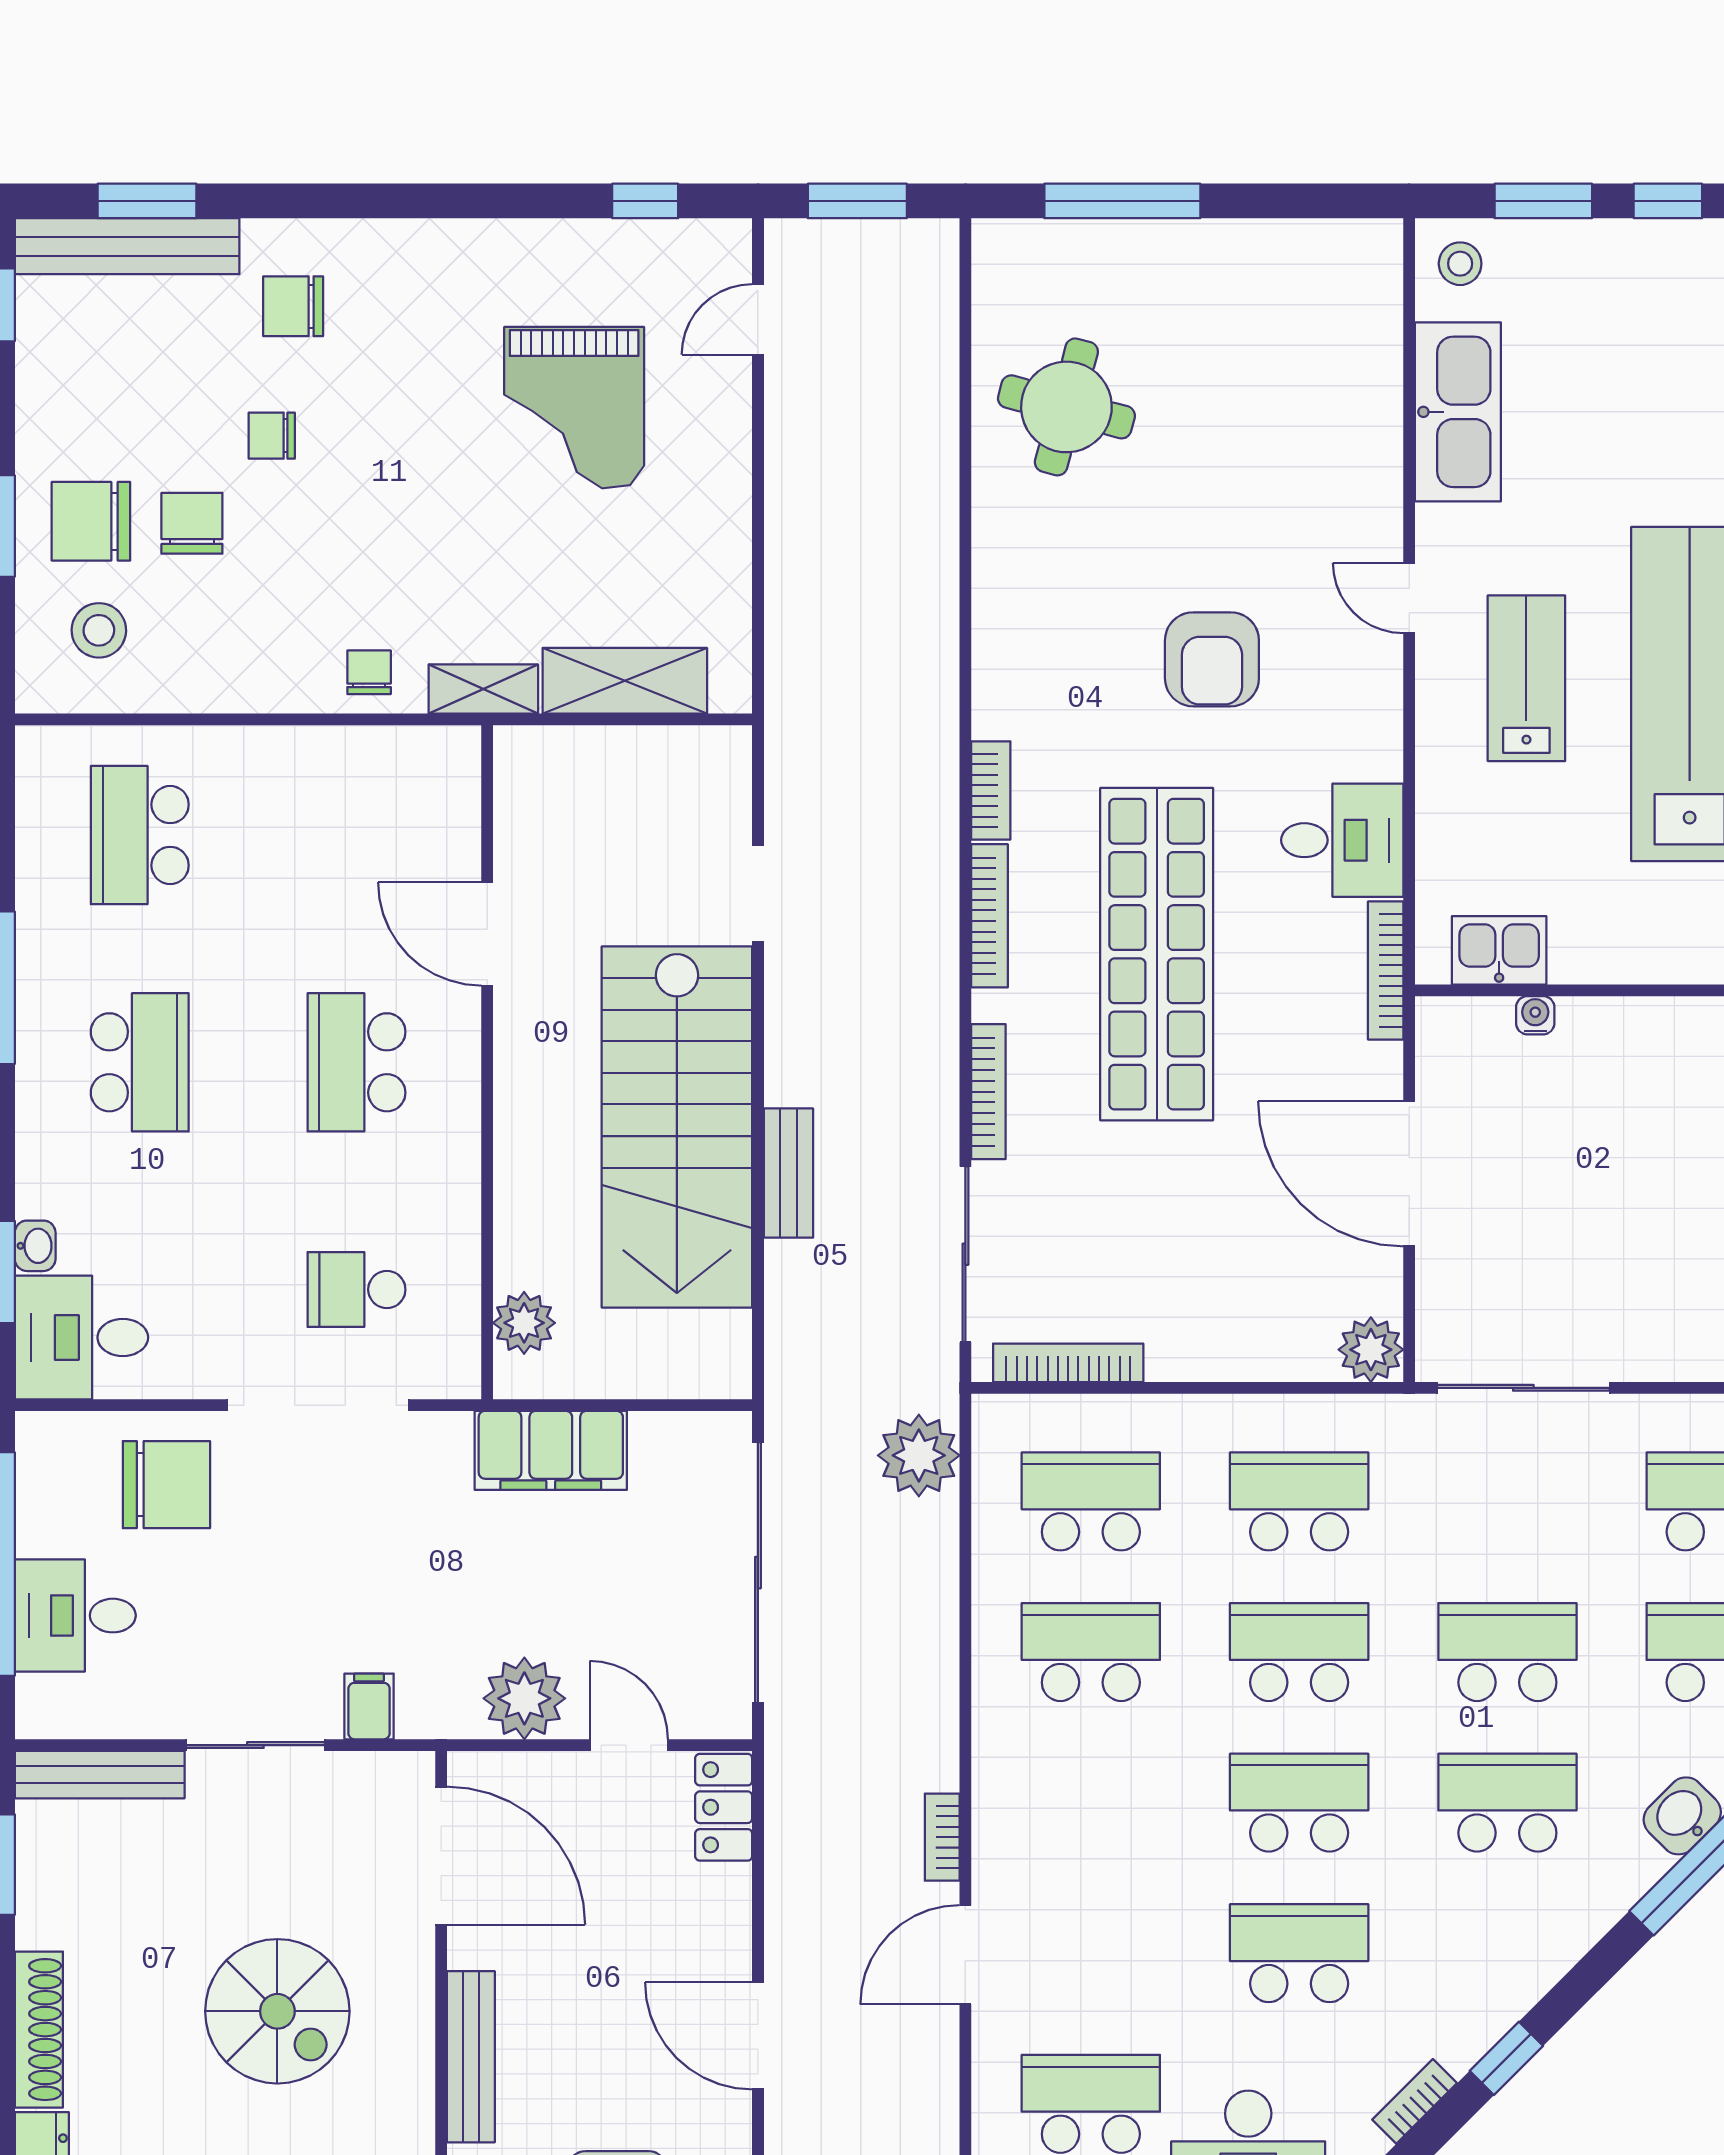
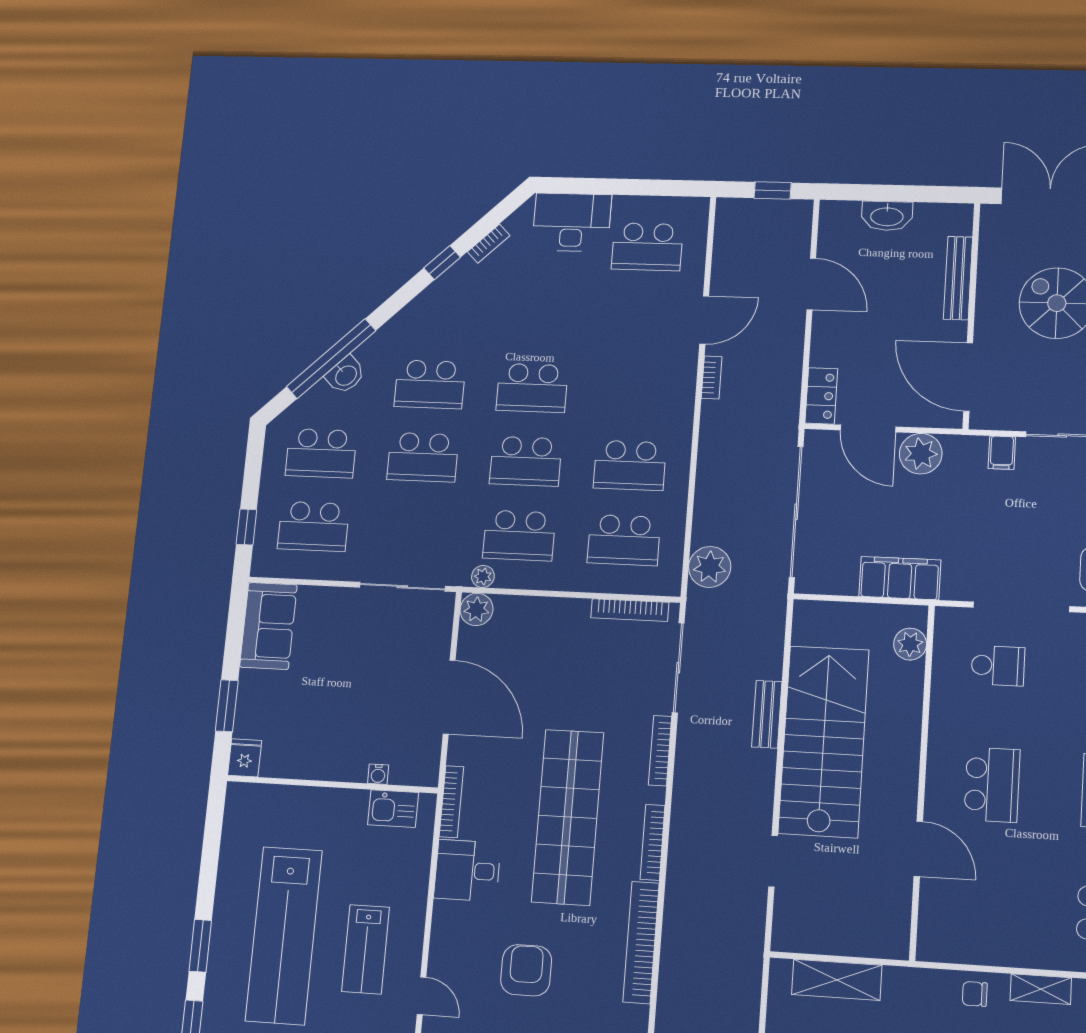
chair: (369, 672) -> (975, 994), turned 90
shelving: (483, 689) -> (1041, 989), moved
bookcase: (991, 790) -> (641, 942), width x2.31, depth x1.31
plant: (1364, 1416) -> (483, 576), added
door: (629, 1745) -> (868, 428), width x1.38
school desk: (1299, 1953) -> (539, 316), removed

